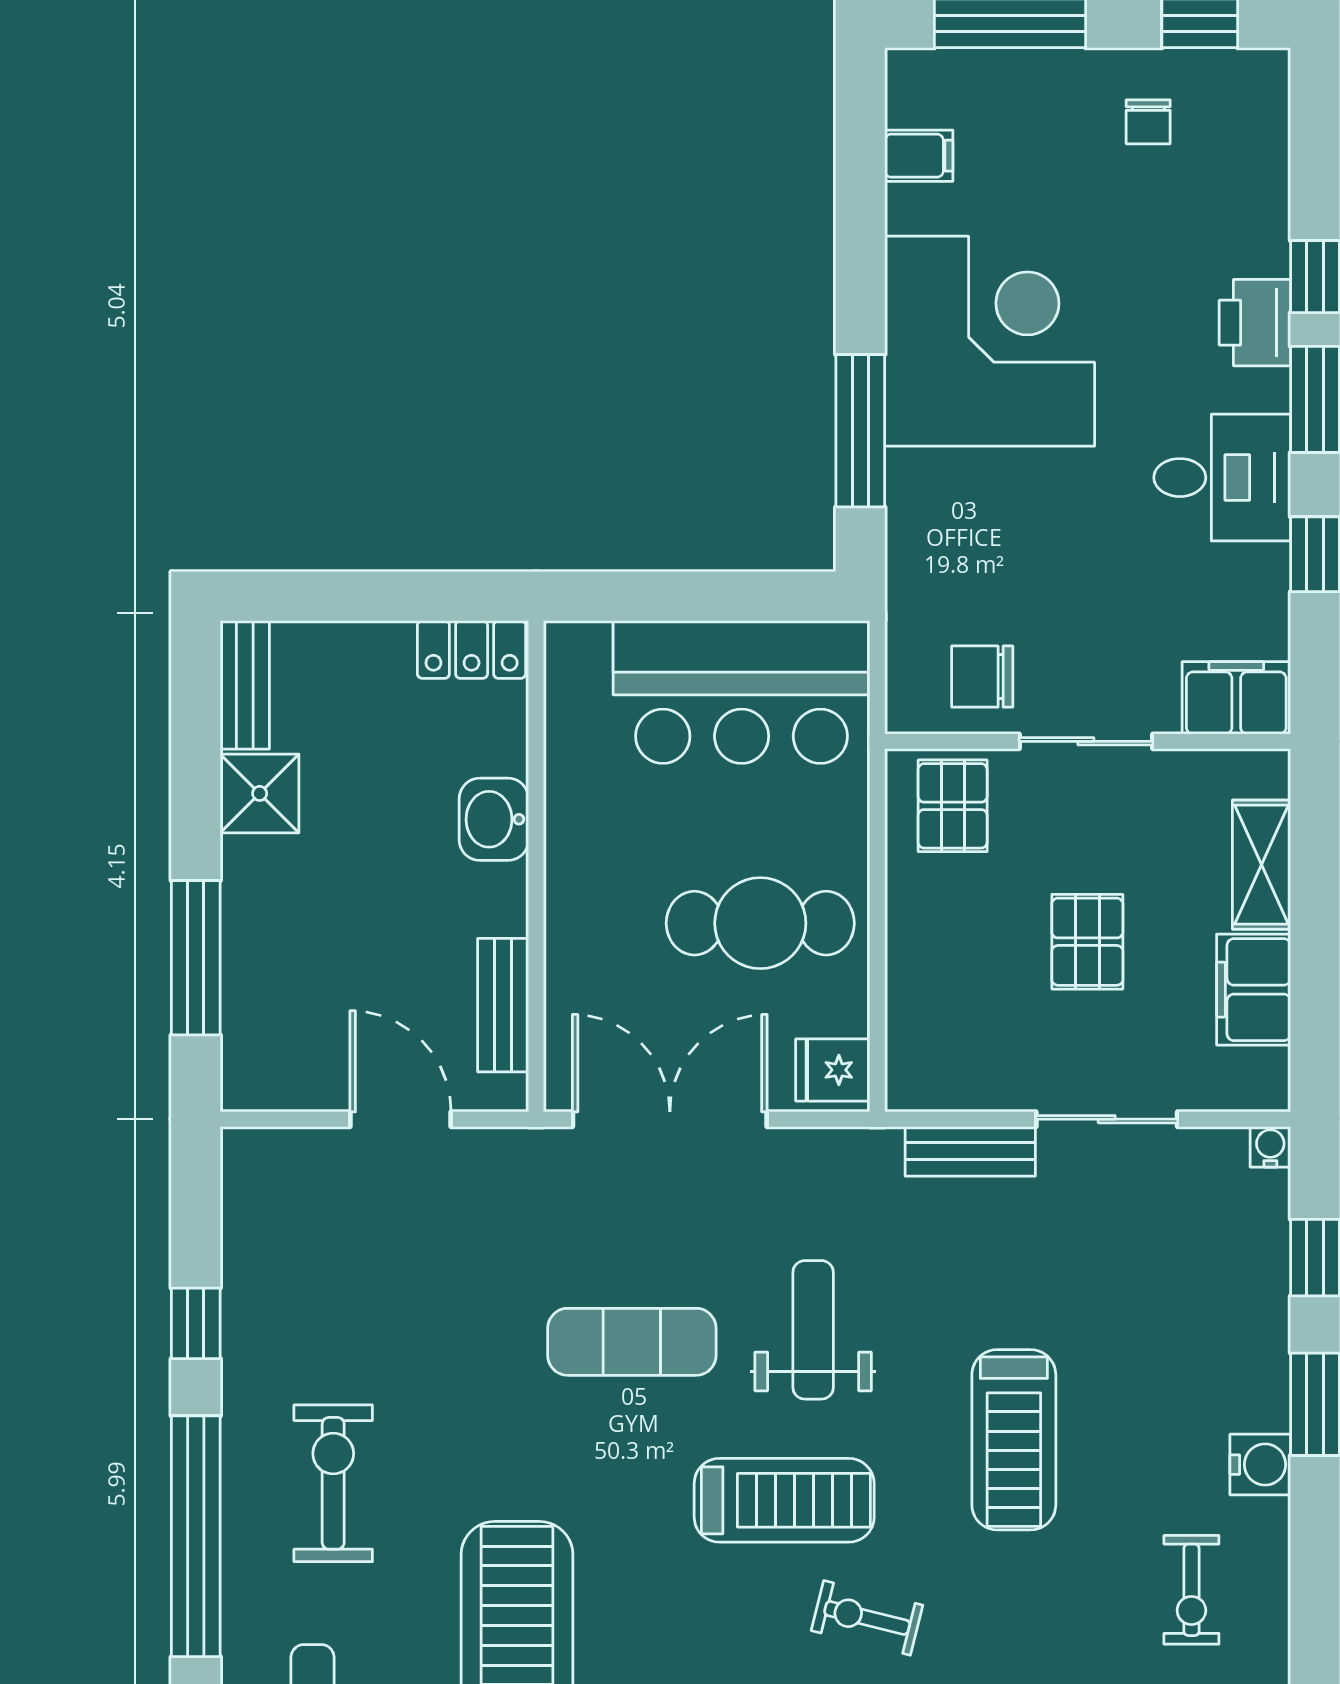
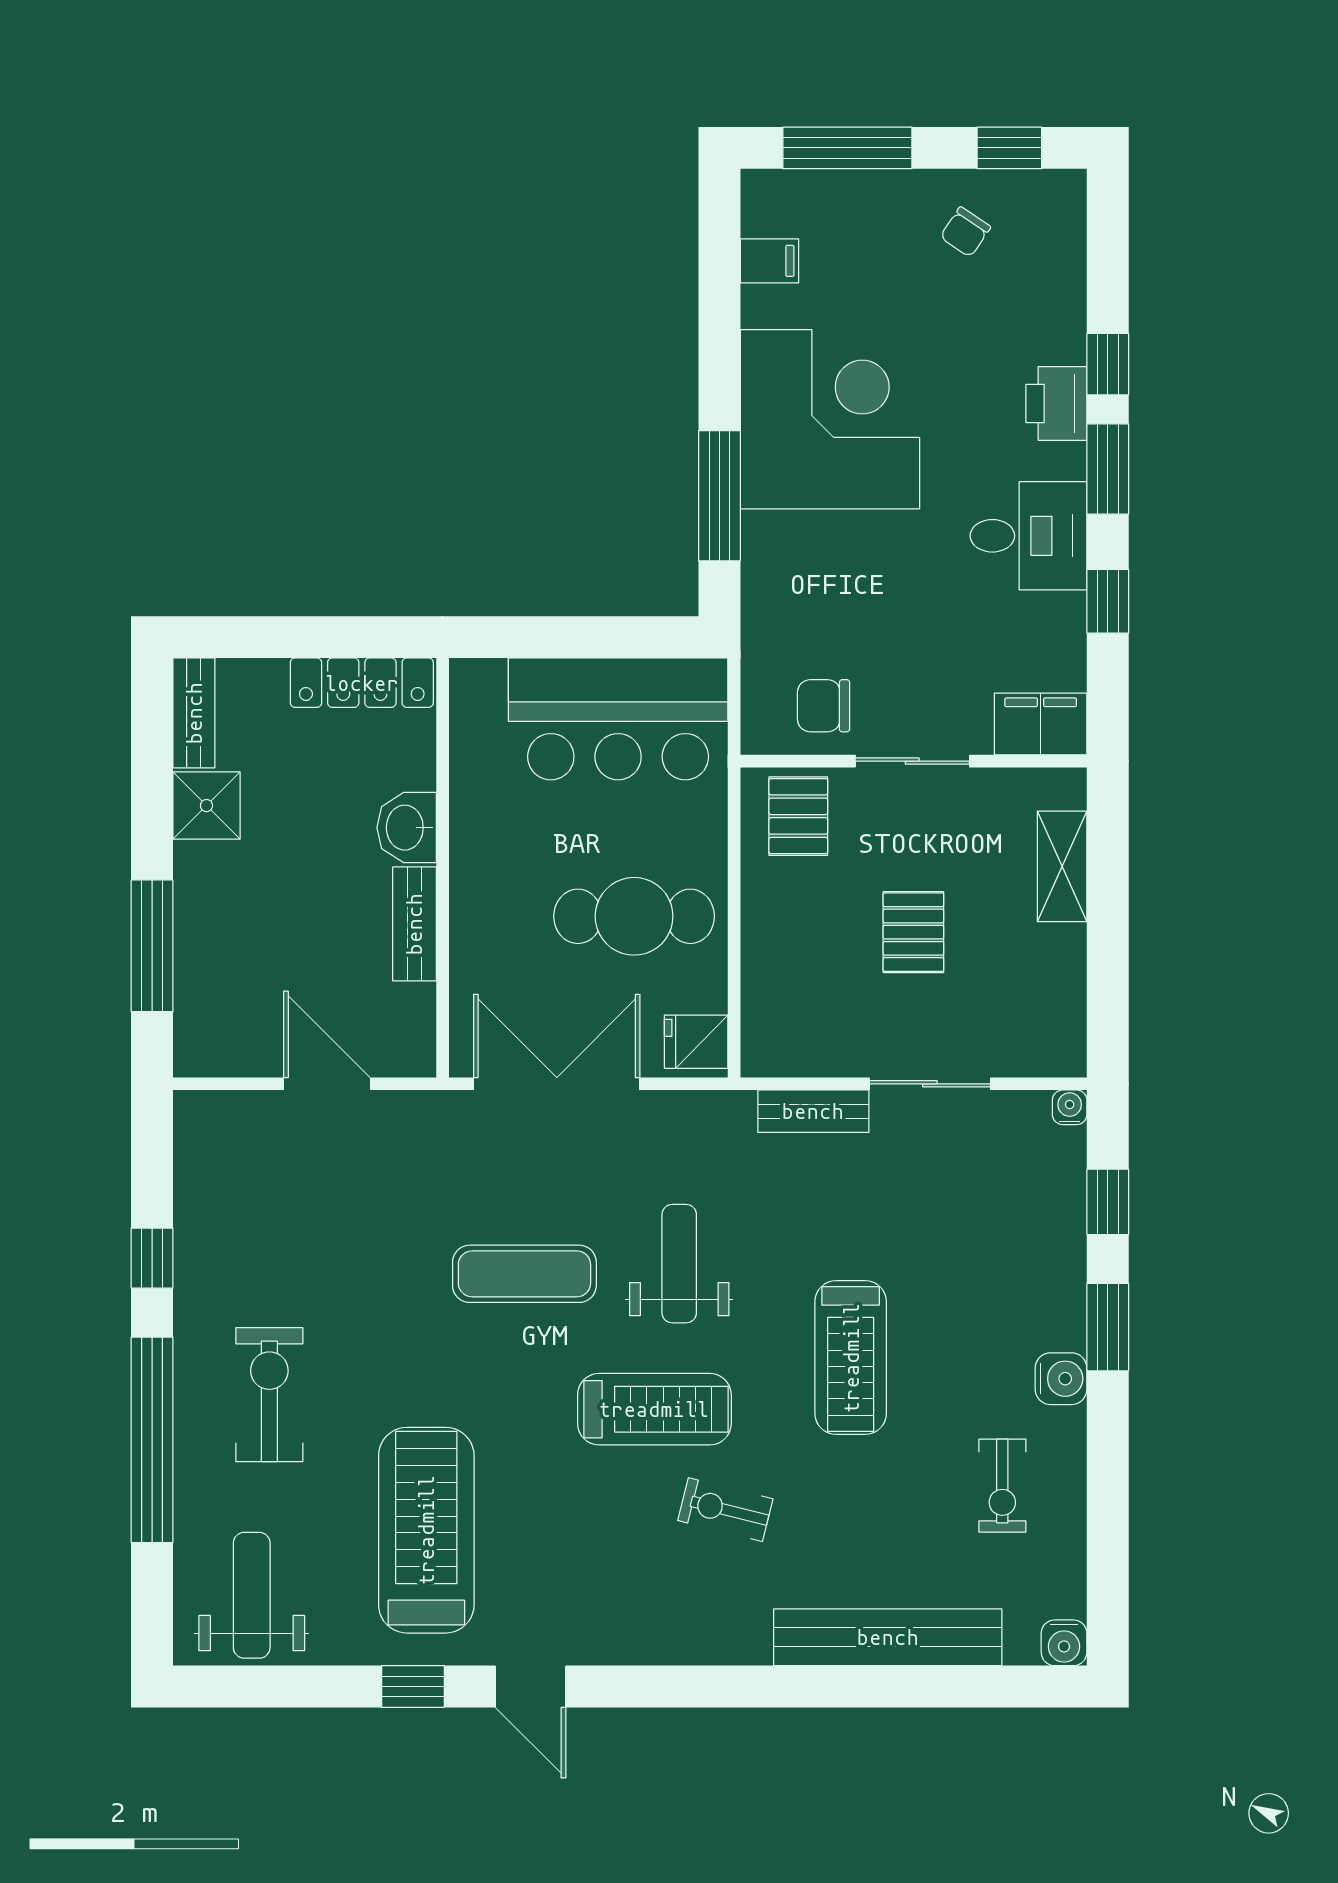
chair: (1148, 122) -> (965, 232), turned 34
locker: (472, 650) -> (362, 683), width x1.53
filing cabinet: (1254, 990) -> (1055, 973), removed
bench: (503, 1005) -> (414, 924), moved

